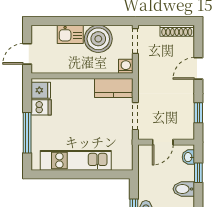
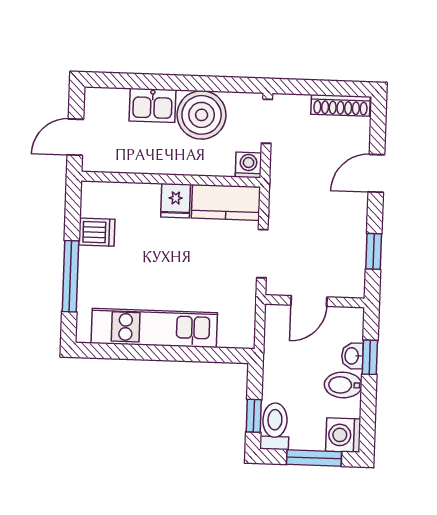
fridge: (41, 90) -> (176, 201), moved, turned 90
washbasin: (188, 157) -> (352, 356), moved

